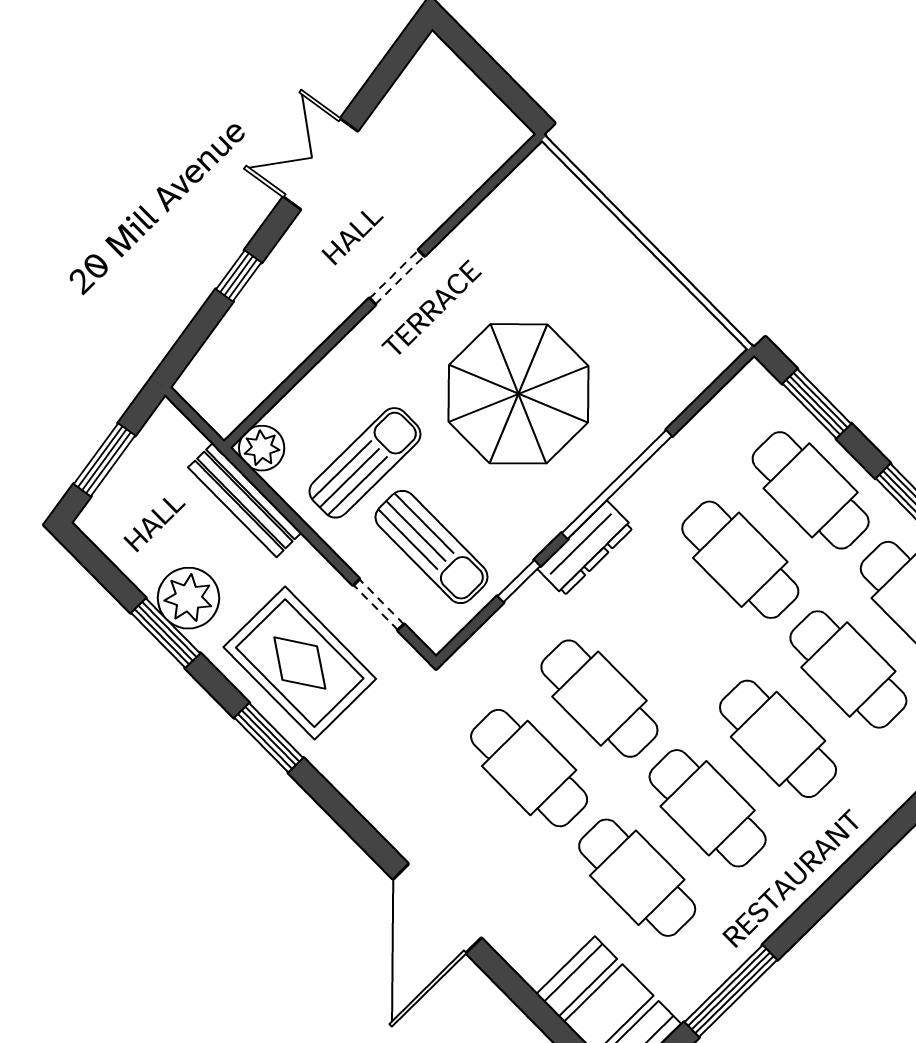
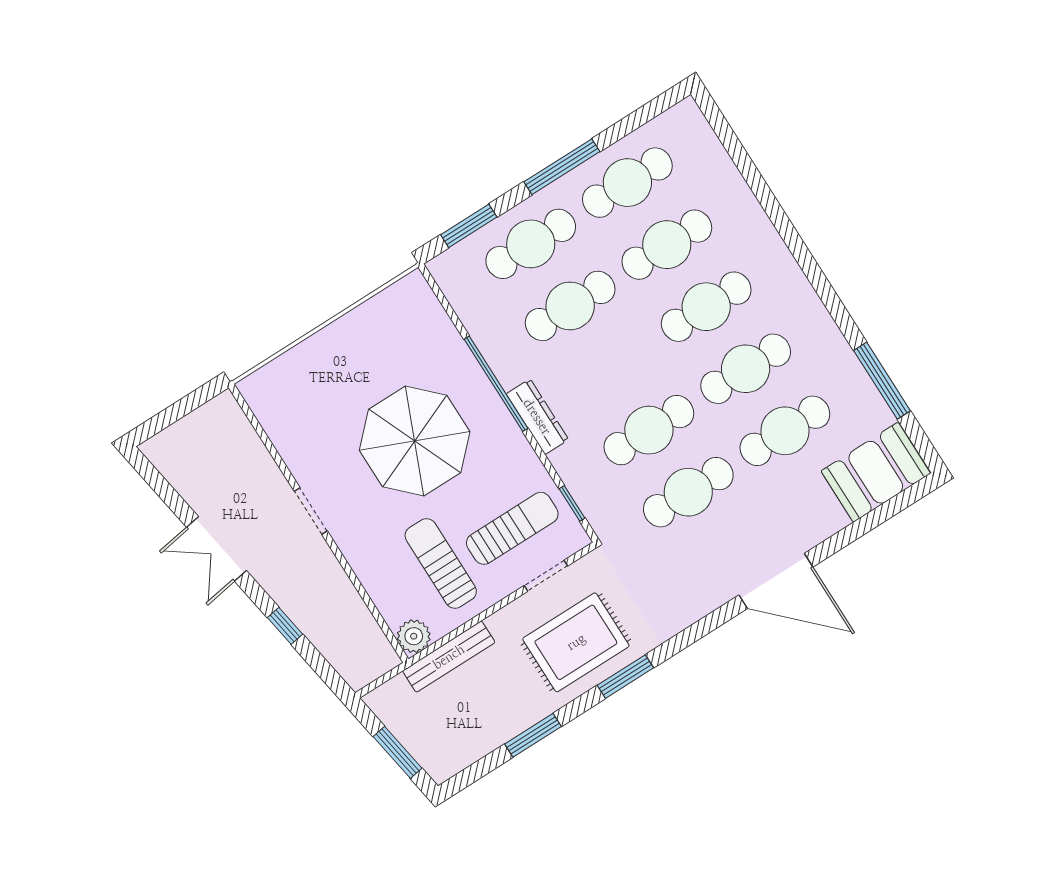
window: (519, 581) -> (572, 503), moved
plant: (188, 598) -> (511, 713), removed

